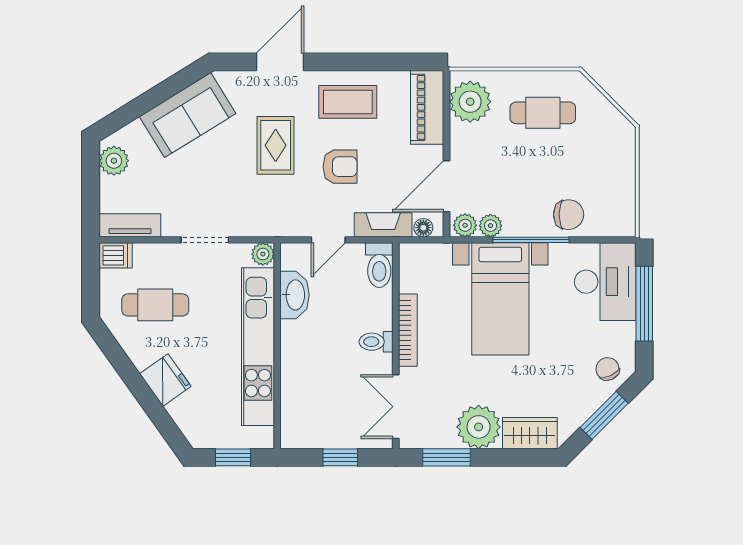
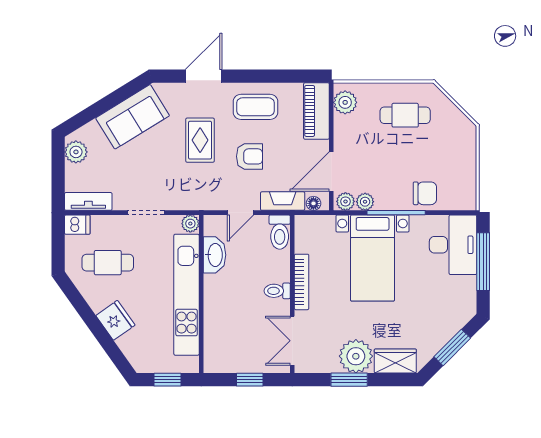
plant: (470, 102) -> (345, 102), width x0.73, depth x0.73
chair: (608, 369) -> (455, 312), removed
window: (446, 457) -> (349, 380), moved

